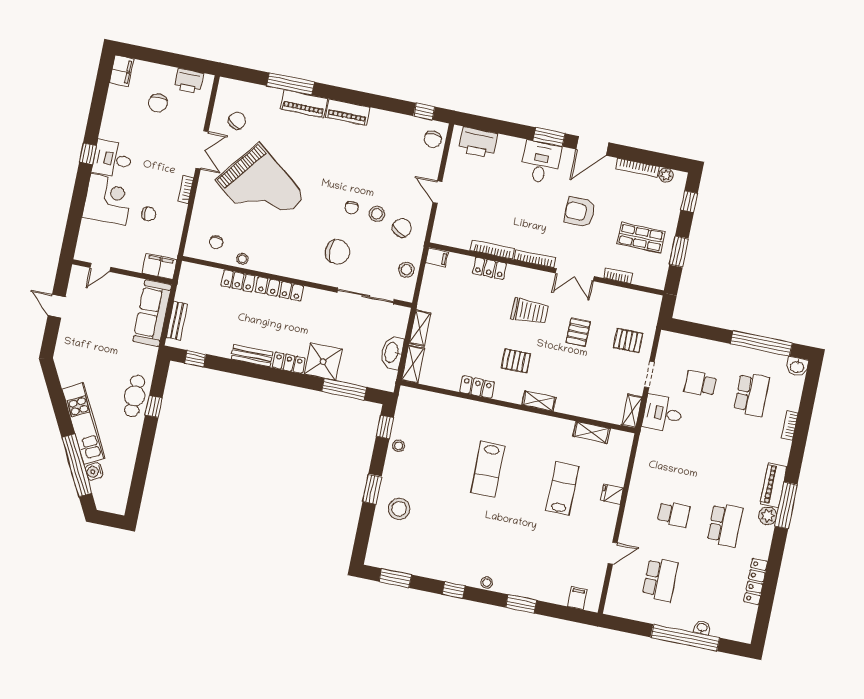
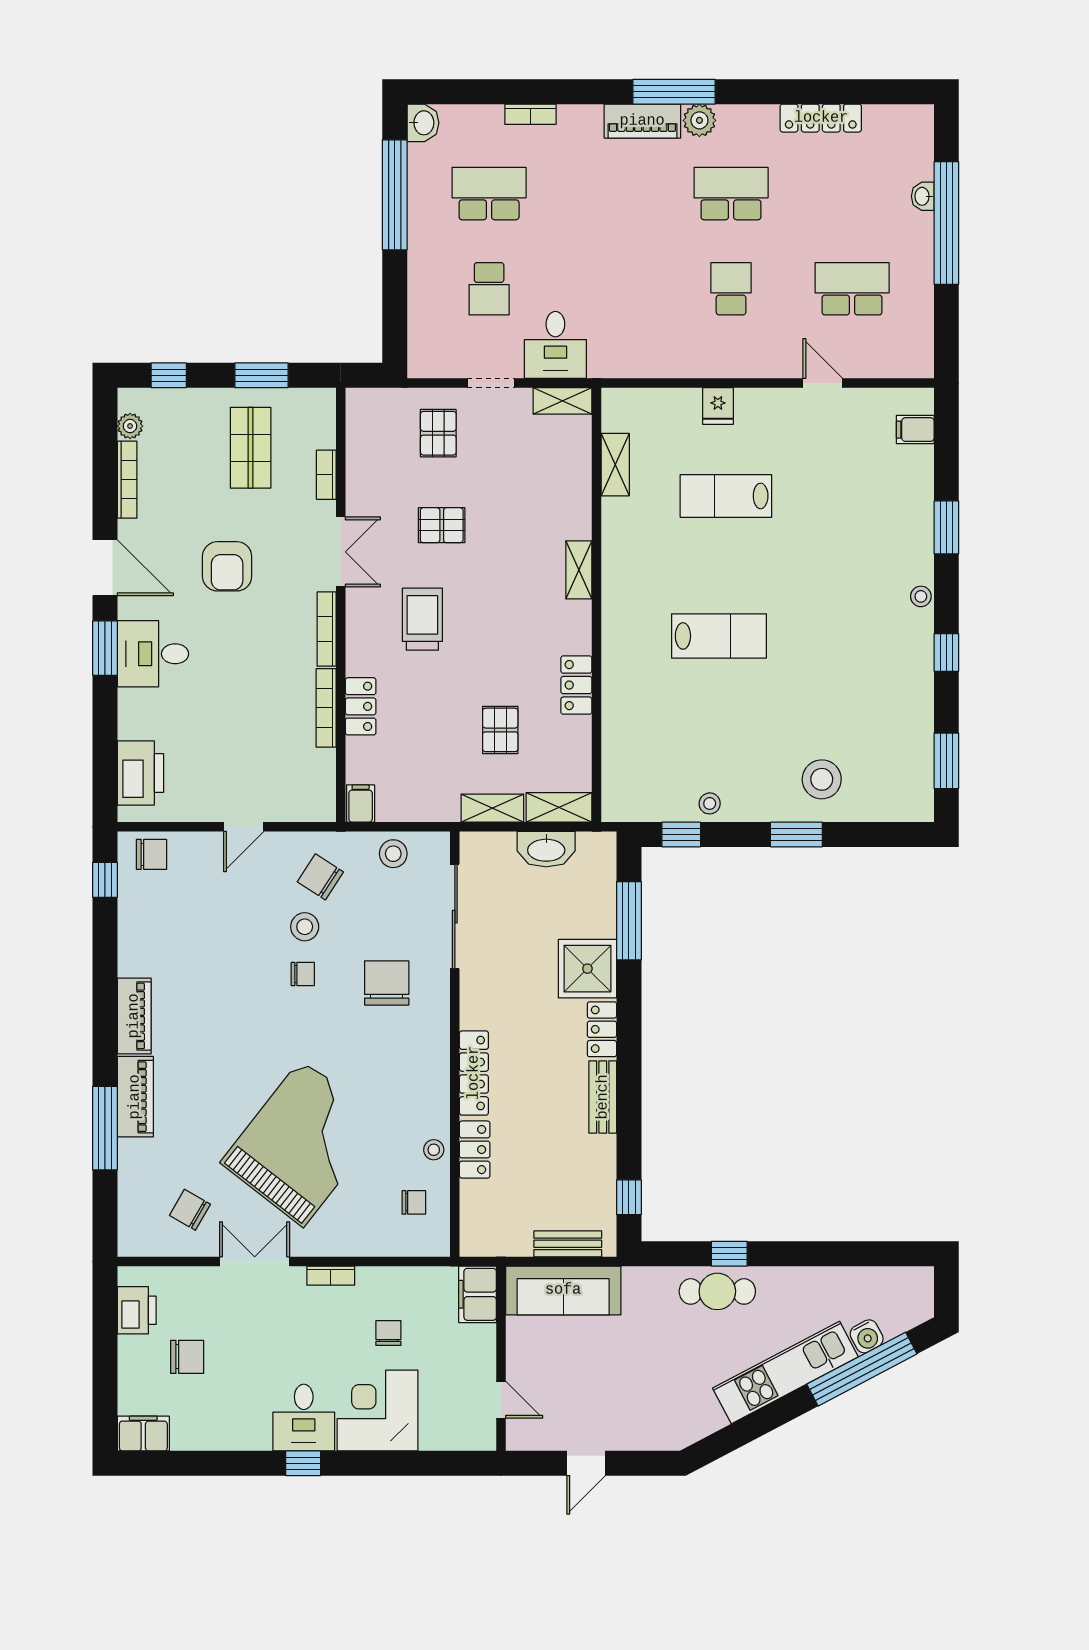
pallet: (516, 361) -> (500, 730), moved

